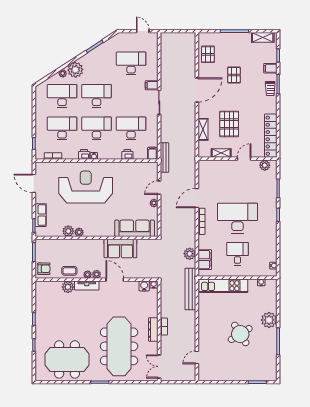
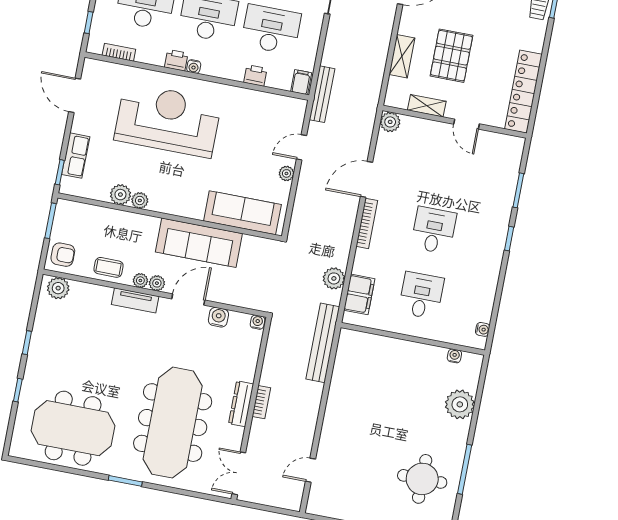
door: (244, 159) -> (466, 124), swing flipped
plant: (265, 165) -> (390, 122), moved
desk: (237, 218) -> (434, 230), width x0.53, depth x0.77
sofa: (120, 249) -> (199, 243), width x1.36
door: (115, 280) -> (188, 300), hinge flipped
water cooler: (144, 286) -> (218, 317), moved
kitchen unit: (223, 286) -> (384, 349), removed
plant: (68, 287) -> (58, 288), moved
plant: (269, 320) -> (460, 404), moved
round table: (240, 334) -> (422, 479), moved, turned 32

